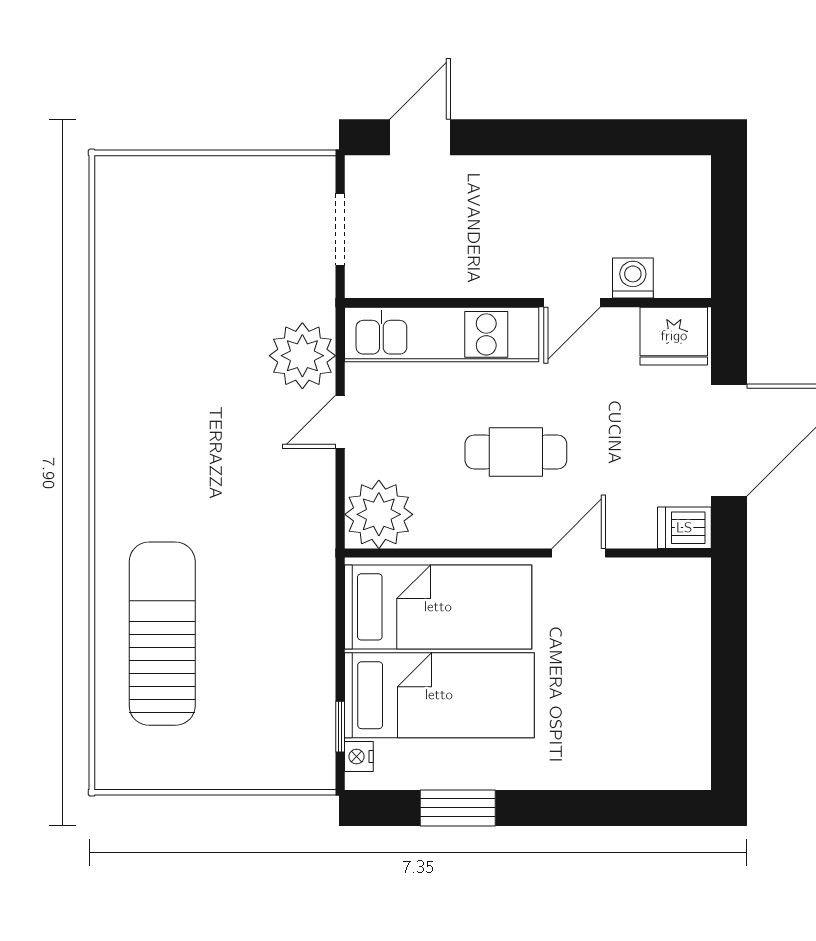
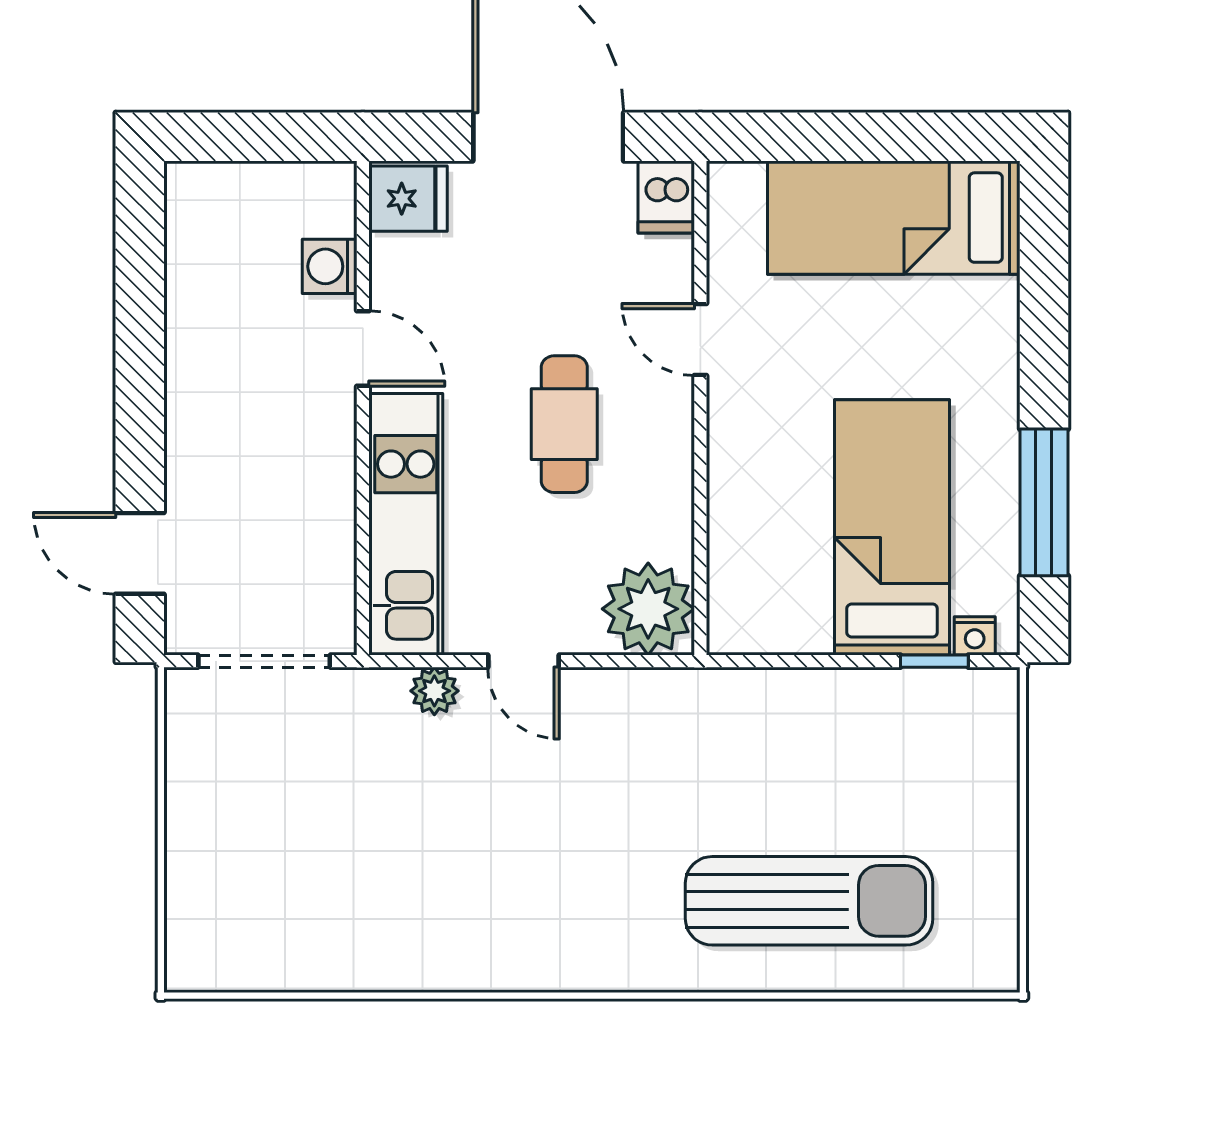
doorway: (340, 229) -> (264, 661), width x1.38
fridge: (674, 336) -> (408, 199), width x0.72
plant: (302, 356) -> (434, 691), width x0.53, depth x0.53
bed: (438, 607) -> (894, 218), moved, turned -90
sun lounger: (162, 634) -> (809, 901), turned 180
window: (458, 808) -> (1044, 502), width x1.44

